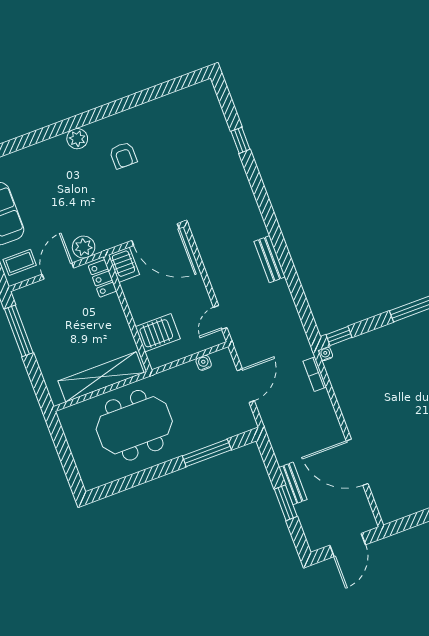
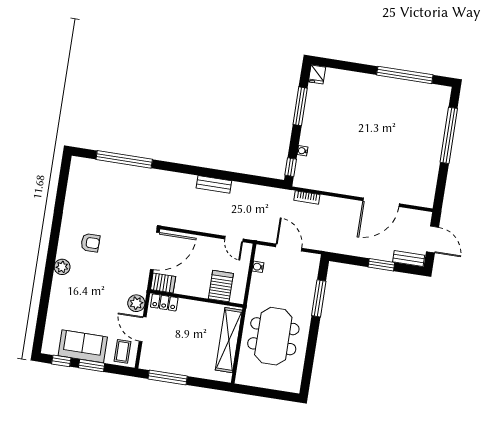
window: (240, 140) -> (124, 159), width x3.17
water cooler: (326, 354) -> (302, 151), moved
bench: (293, 483) -> (409, 259), moved

